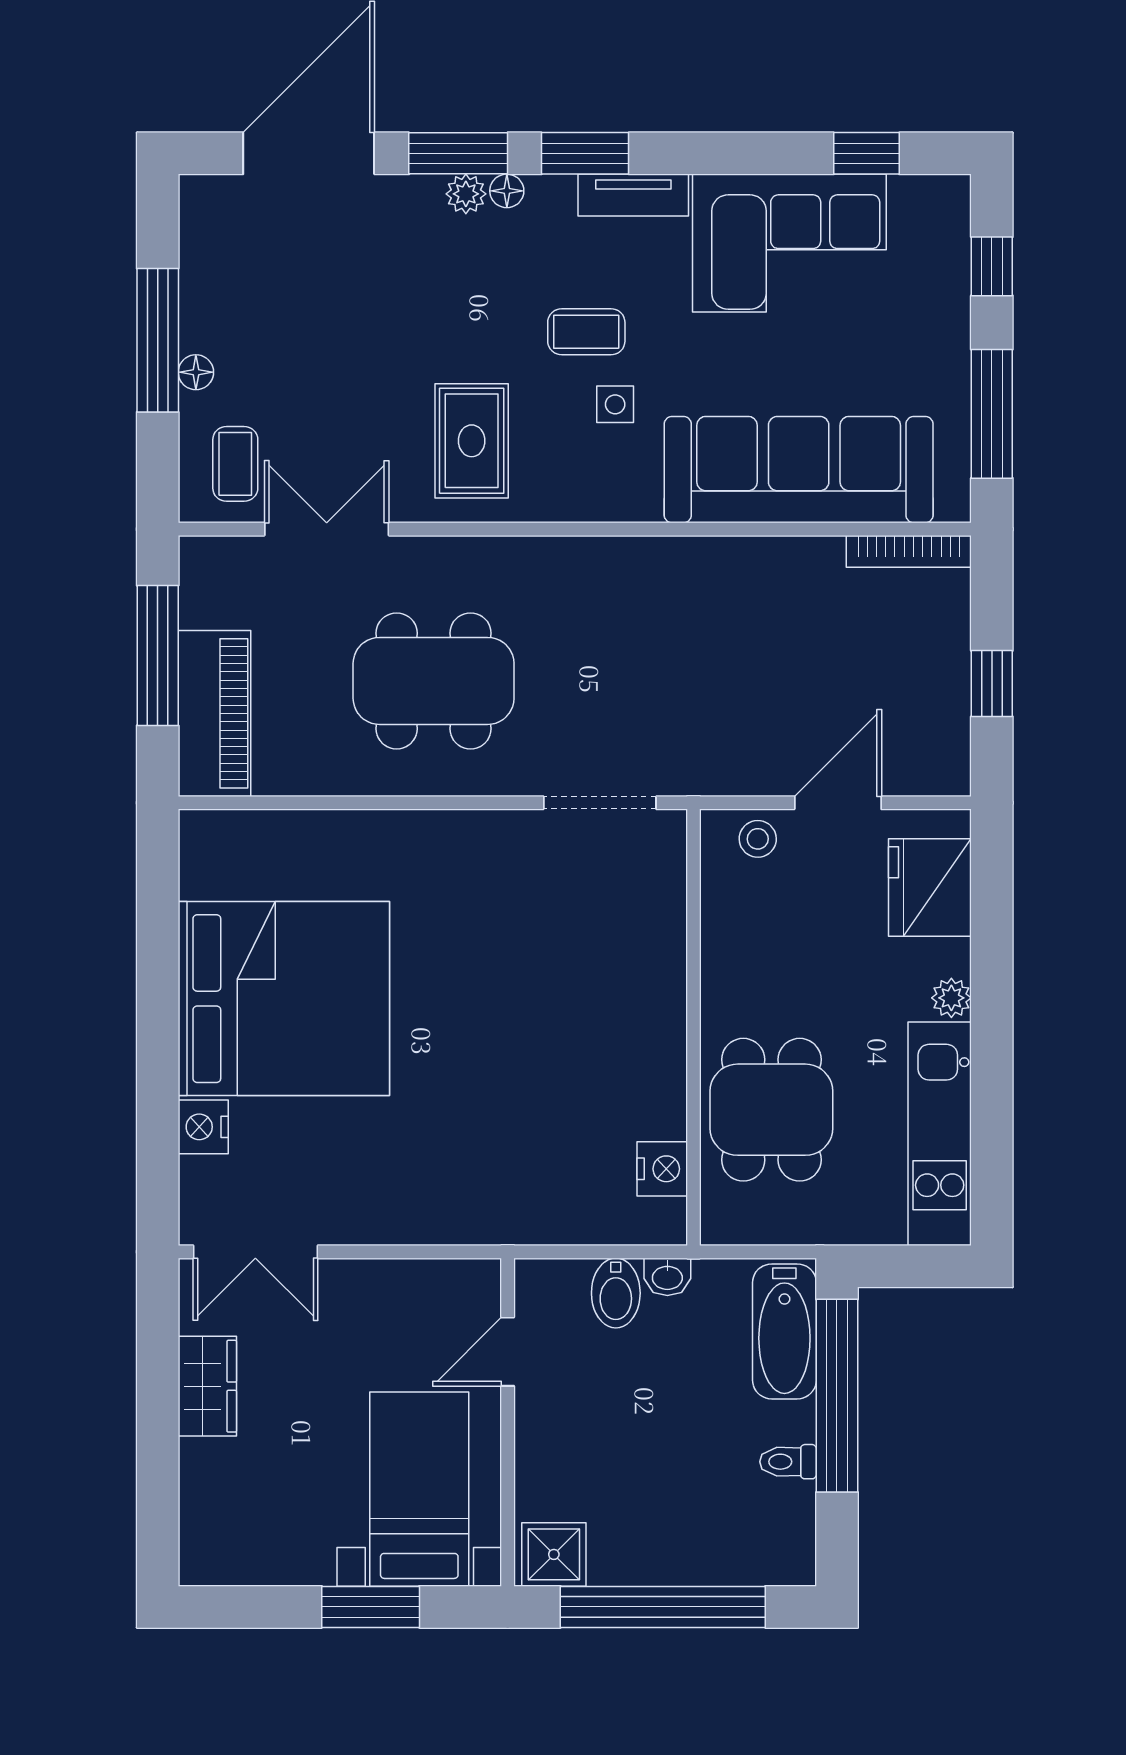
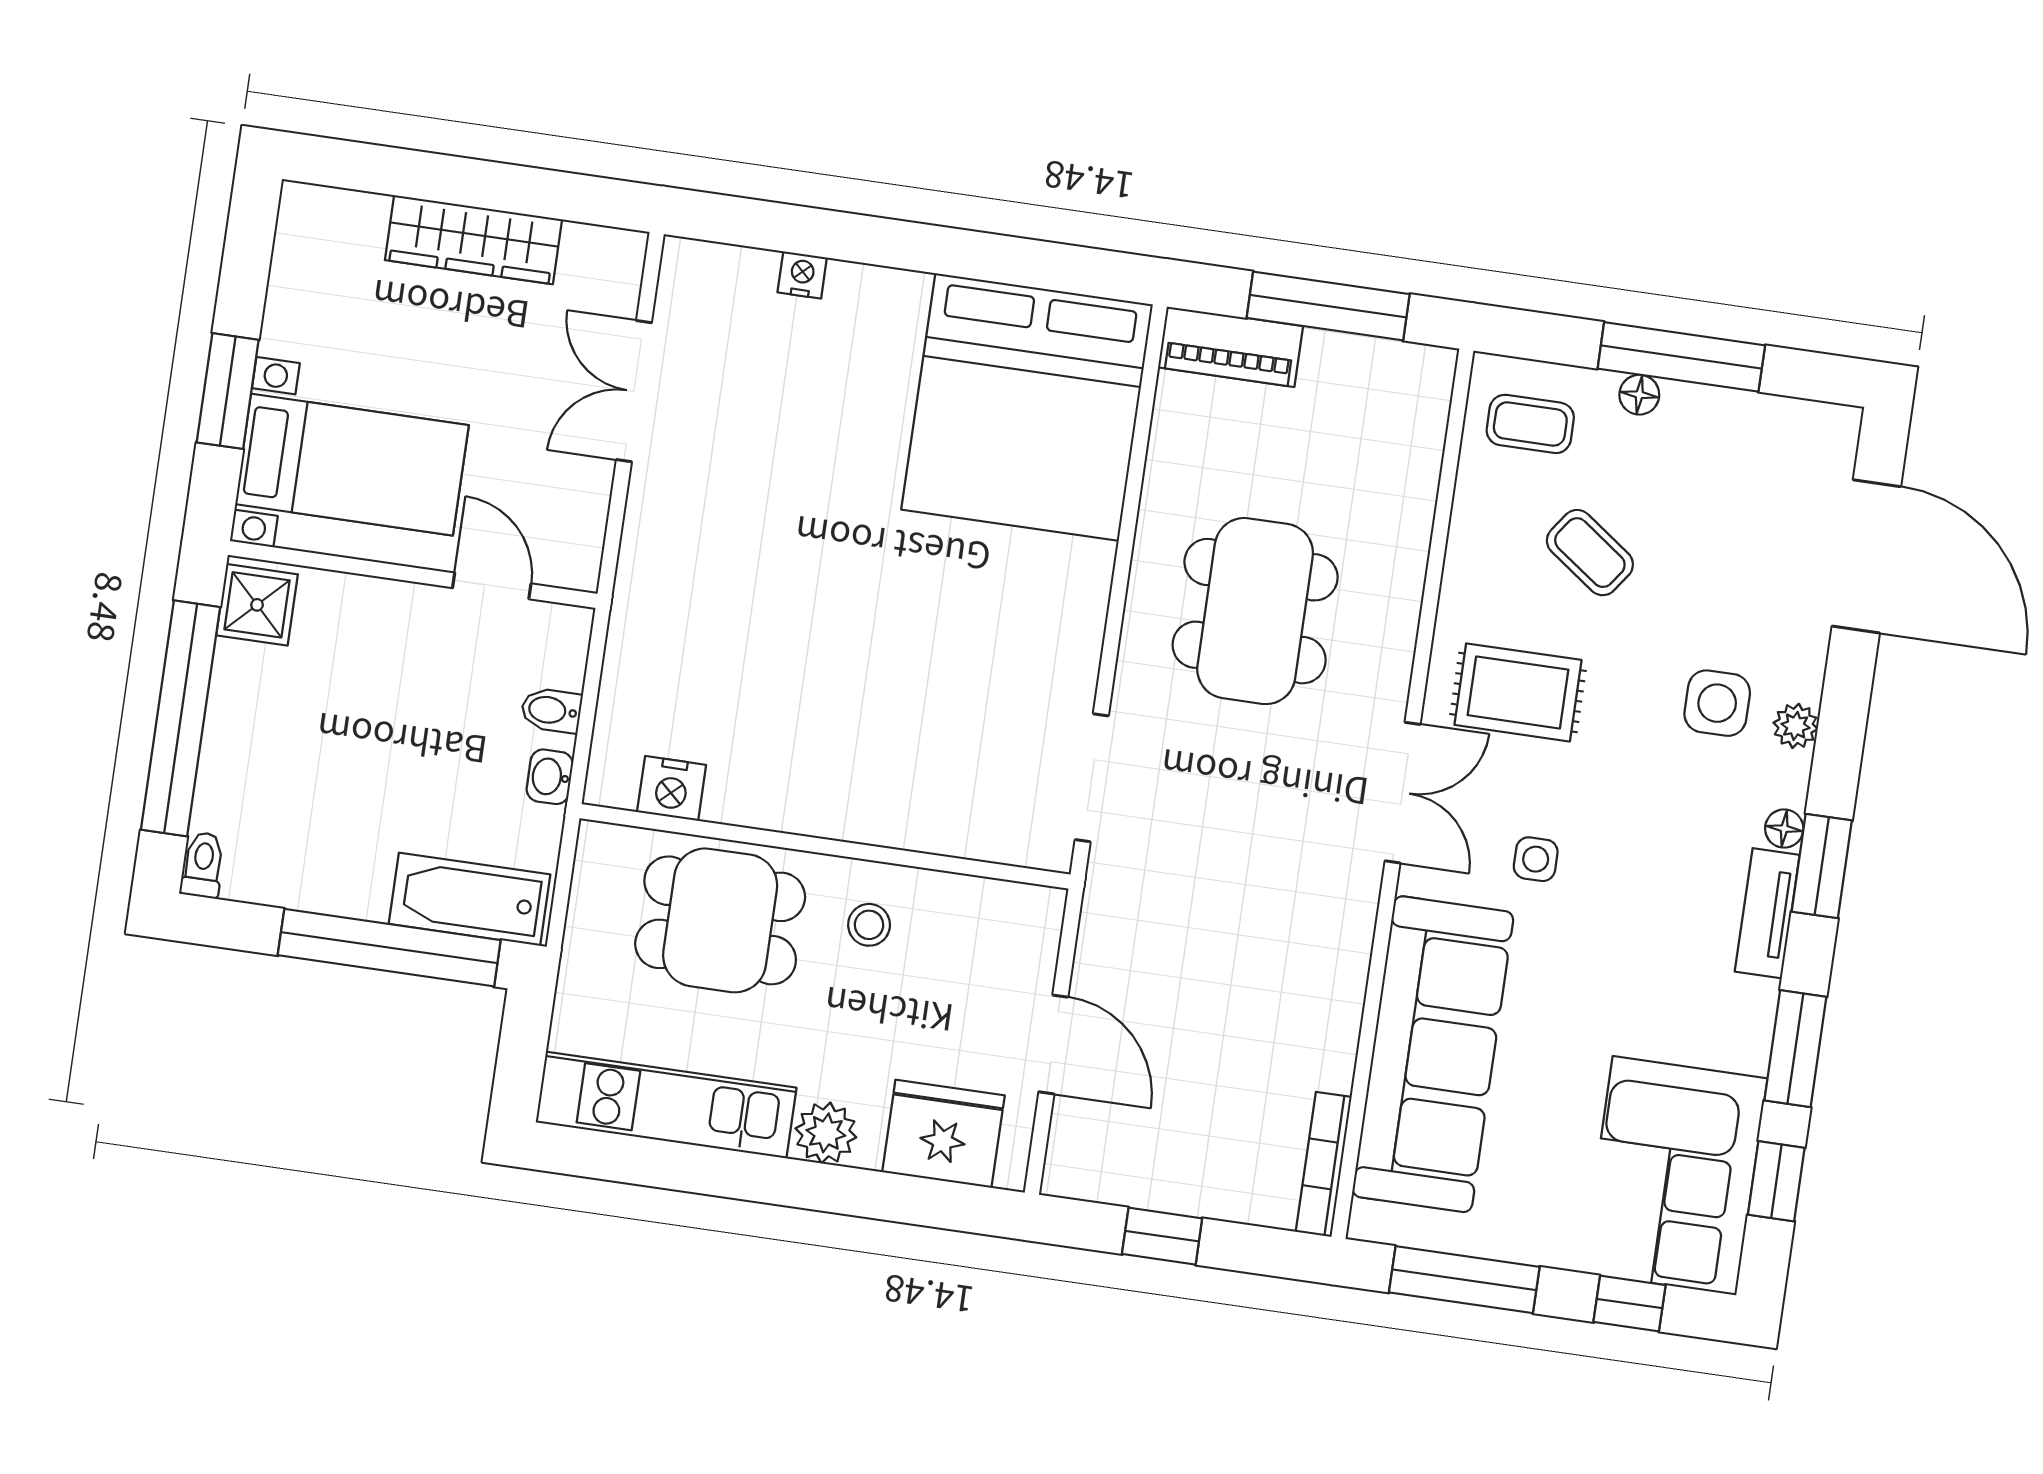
window: (458, 153) -> (1795, 1049), moved
floor lamp: (507, 191) -> (1784, 829), moved
corner sofa: (789, 243) -> (1674, 1176), moved
side table: (456, 265) -> (1717, 703), added
coffee table: (586, 332) -> (1590, 553), moved, turned -54
double door: (327, 529) -> (1403, 793), moved
piano: (214, 713) -> (1231, 347), width x0.73, depth x0.75
stool: (758, 839) -> (869, 925), moved
plant: (951, 998) -> (826, 1133), width x1.38, depth x1.38
bed: (284, 999) -> (1027, 407), moved
nightstand: (203, 1127) -> (802, 275), width x0.72, depth x0.74
double door: (255, 1252) -> (634, 391), moved
bidet: (616, 1293) -> (551, 710), width x0.72, depth x0.74
wardrobe: (207, 1386) -> (473, 240), width x1.50
toilet: (788, 1462) -> (203, 865), moved

